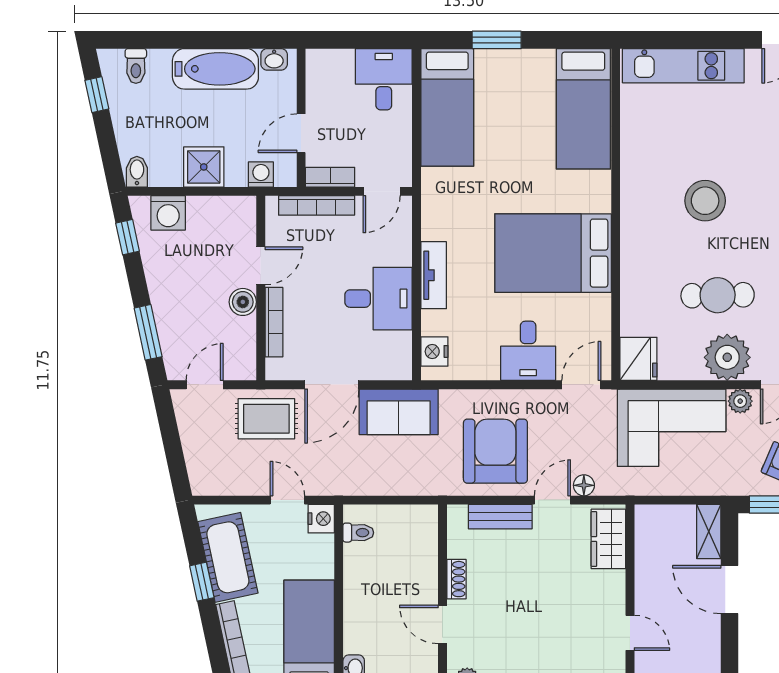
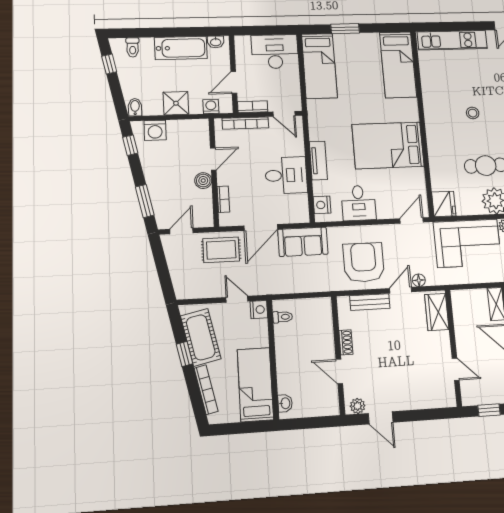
desk: (384, 79) -> (275, 52), width x1.37
door: (382, 191) -> (284, 114), hinge flipped
stool: (705, 201) -> (473, 113), width x0.53, depth x0.53
bookcase: (274, 322) -> (223, 199), width x0.64
desk: (528, 351) -> (359, 203), moved

